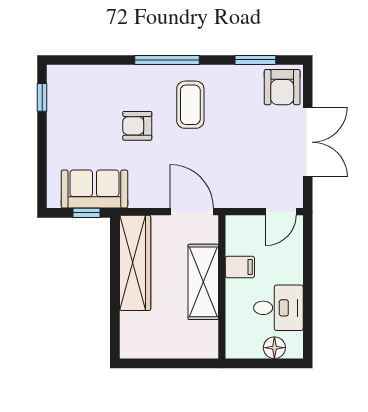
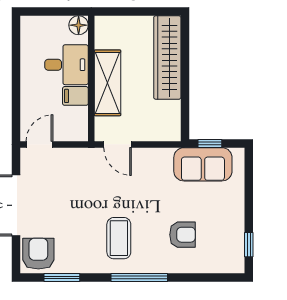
armchair: (137, 126) -> (182, 235), moved
door: (192, 212) -> (118, 144), width x0.73
wardrobe: (135, 263) -> (167, 57), moved
desk: (278, 308) -> (67, 65), moved, turned 180
floor lamp: (274, 348) -> (79, 25), moved

